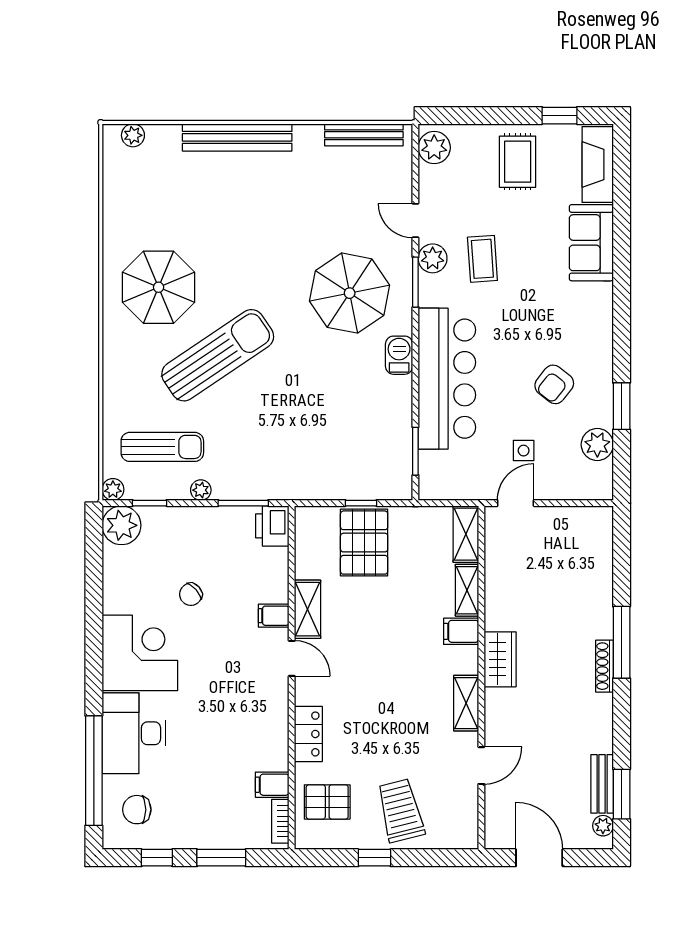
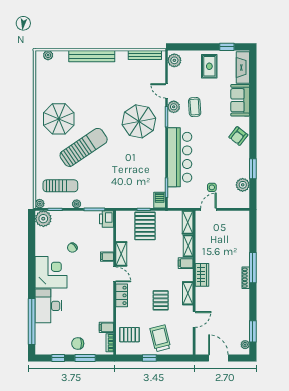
barbecue: (399, 355) -> (160, 200), moved
armchair: (554, 384) -> (238, 136), moved
pallet: (402, 720) -> (161, 300), added
locker: (308, 734) -> (122, 295), moved
bench: (602, 784) -> (245, 327), removed
chair: (137, 810) -> (78, 343), moved

